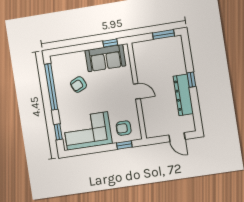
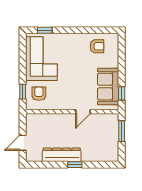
window: (164, 34) -> (122, 131), moved
armchair: (78, 84) -> (97, 46), moved, turned 115
window: (51, 87) -> (89, 30), removed
door: (137, 91) -> (83, 112), moved

